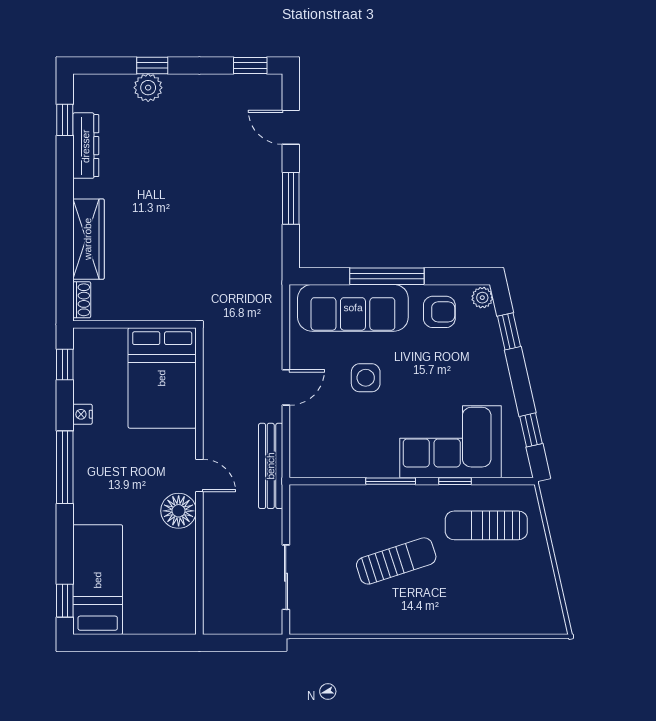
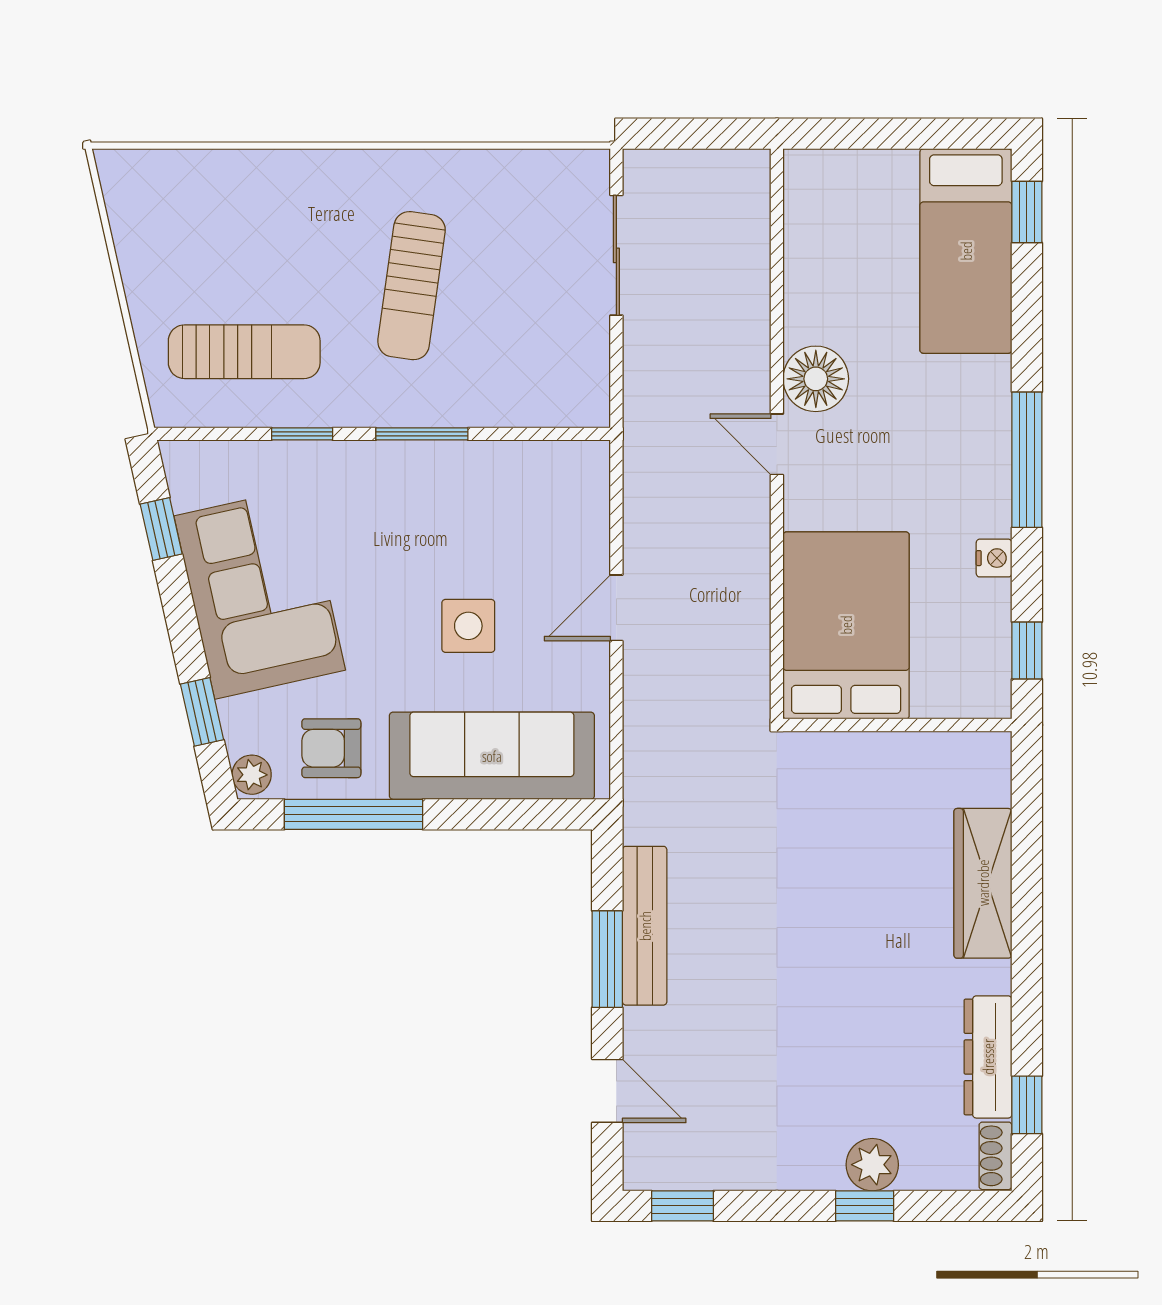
window: (387, 276) -> (353, 814), moved
shoe rack: (82, 300) -> (995, 1156), moved
corner sofa: (450, 442) -> (260, 593), moved, turned -103
bench: (271, 466) -> (645, 926), moved
sun lounger: (396, 561) -> (412, 286), turned -64

